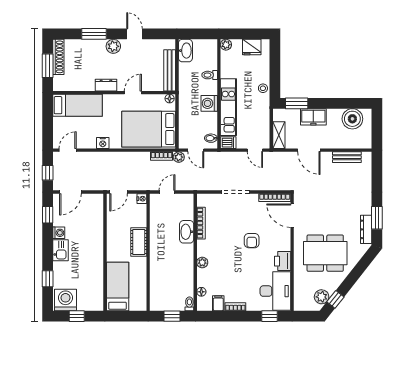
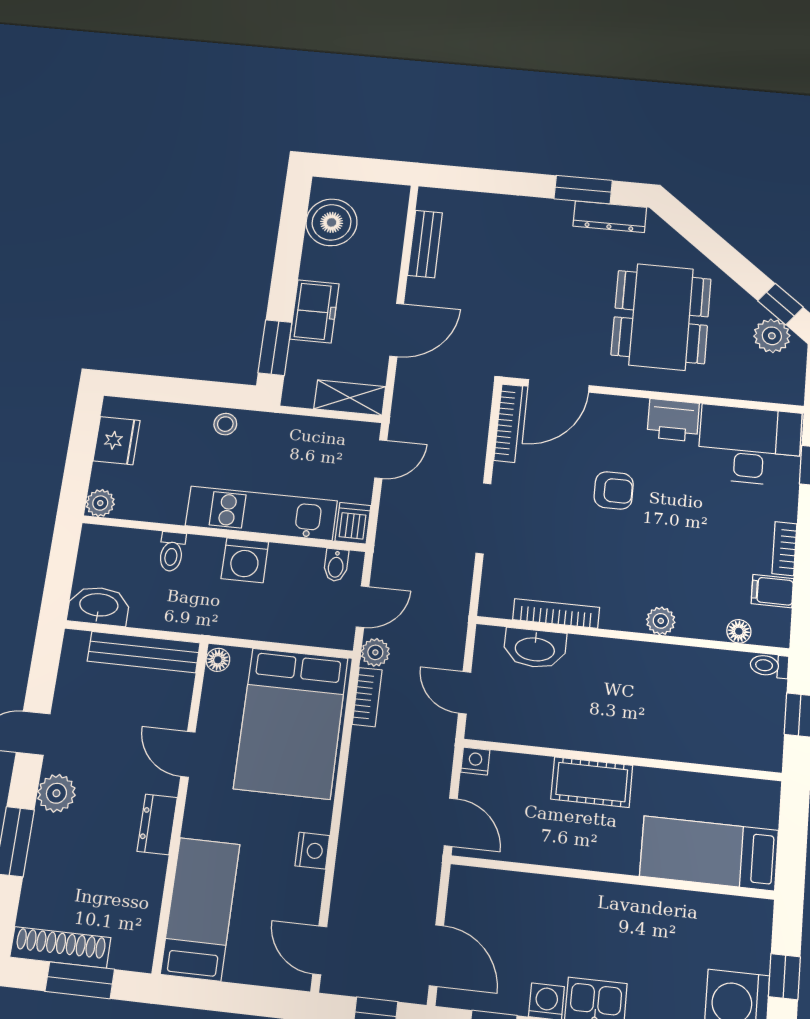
washbasin: (187, 232) -> (535, 648), moved

